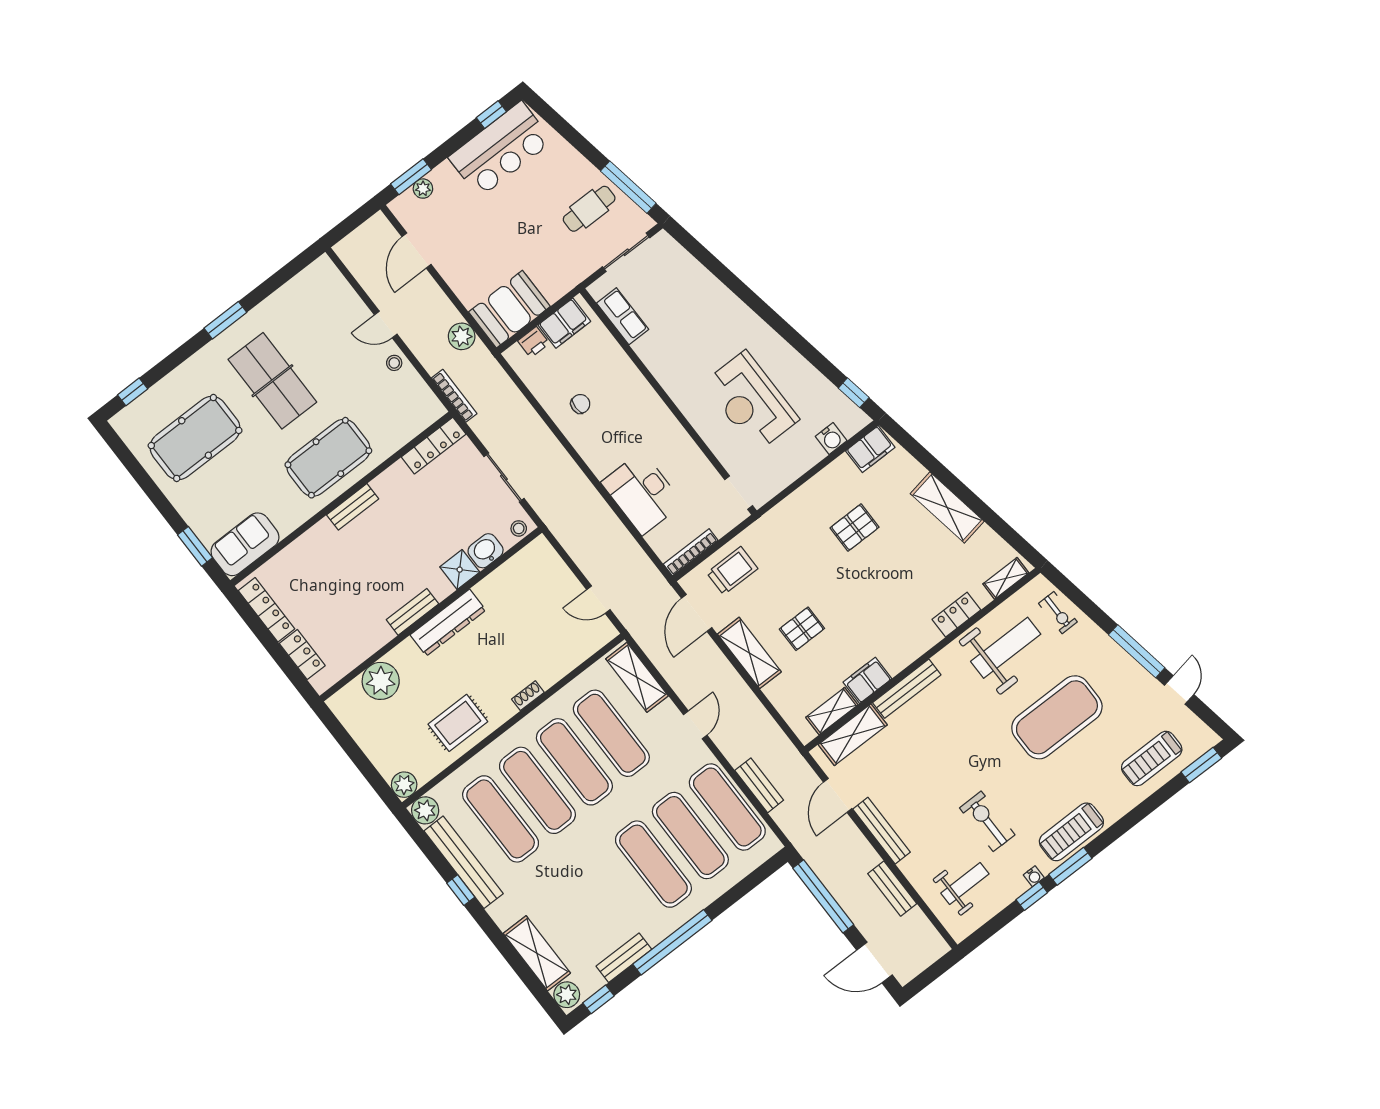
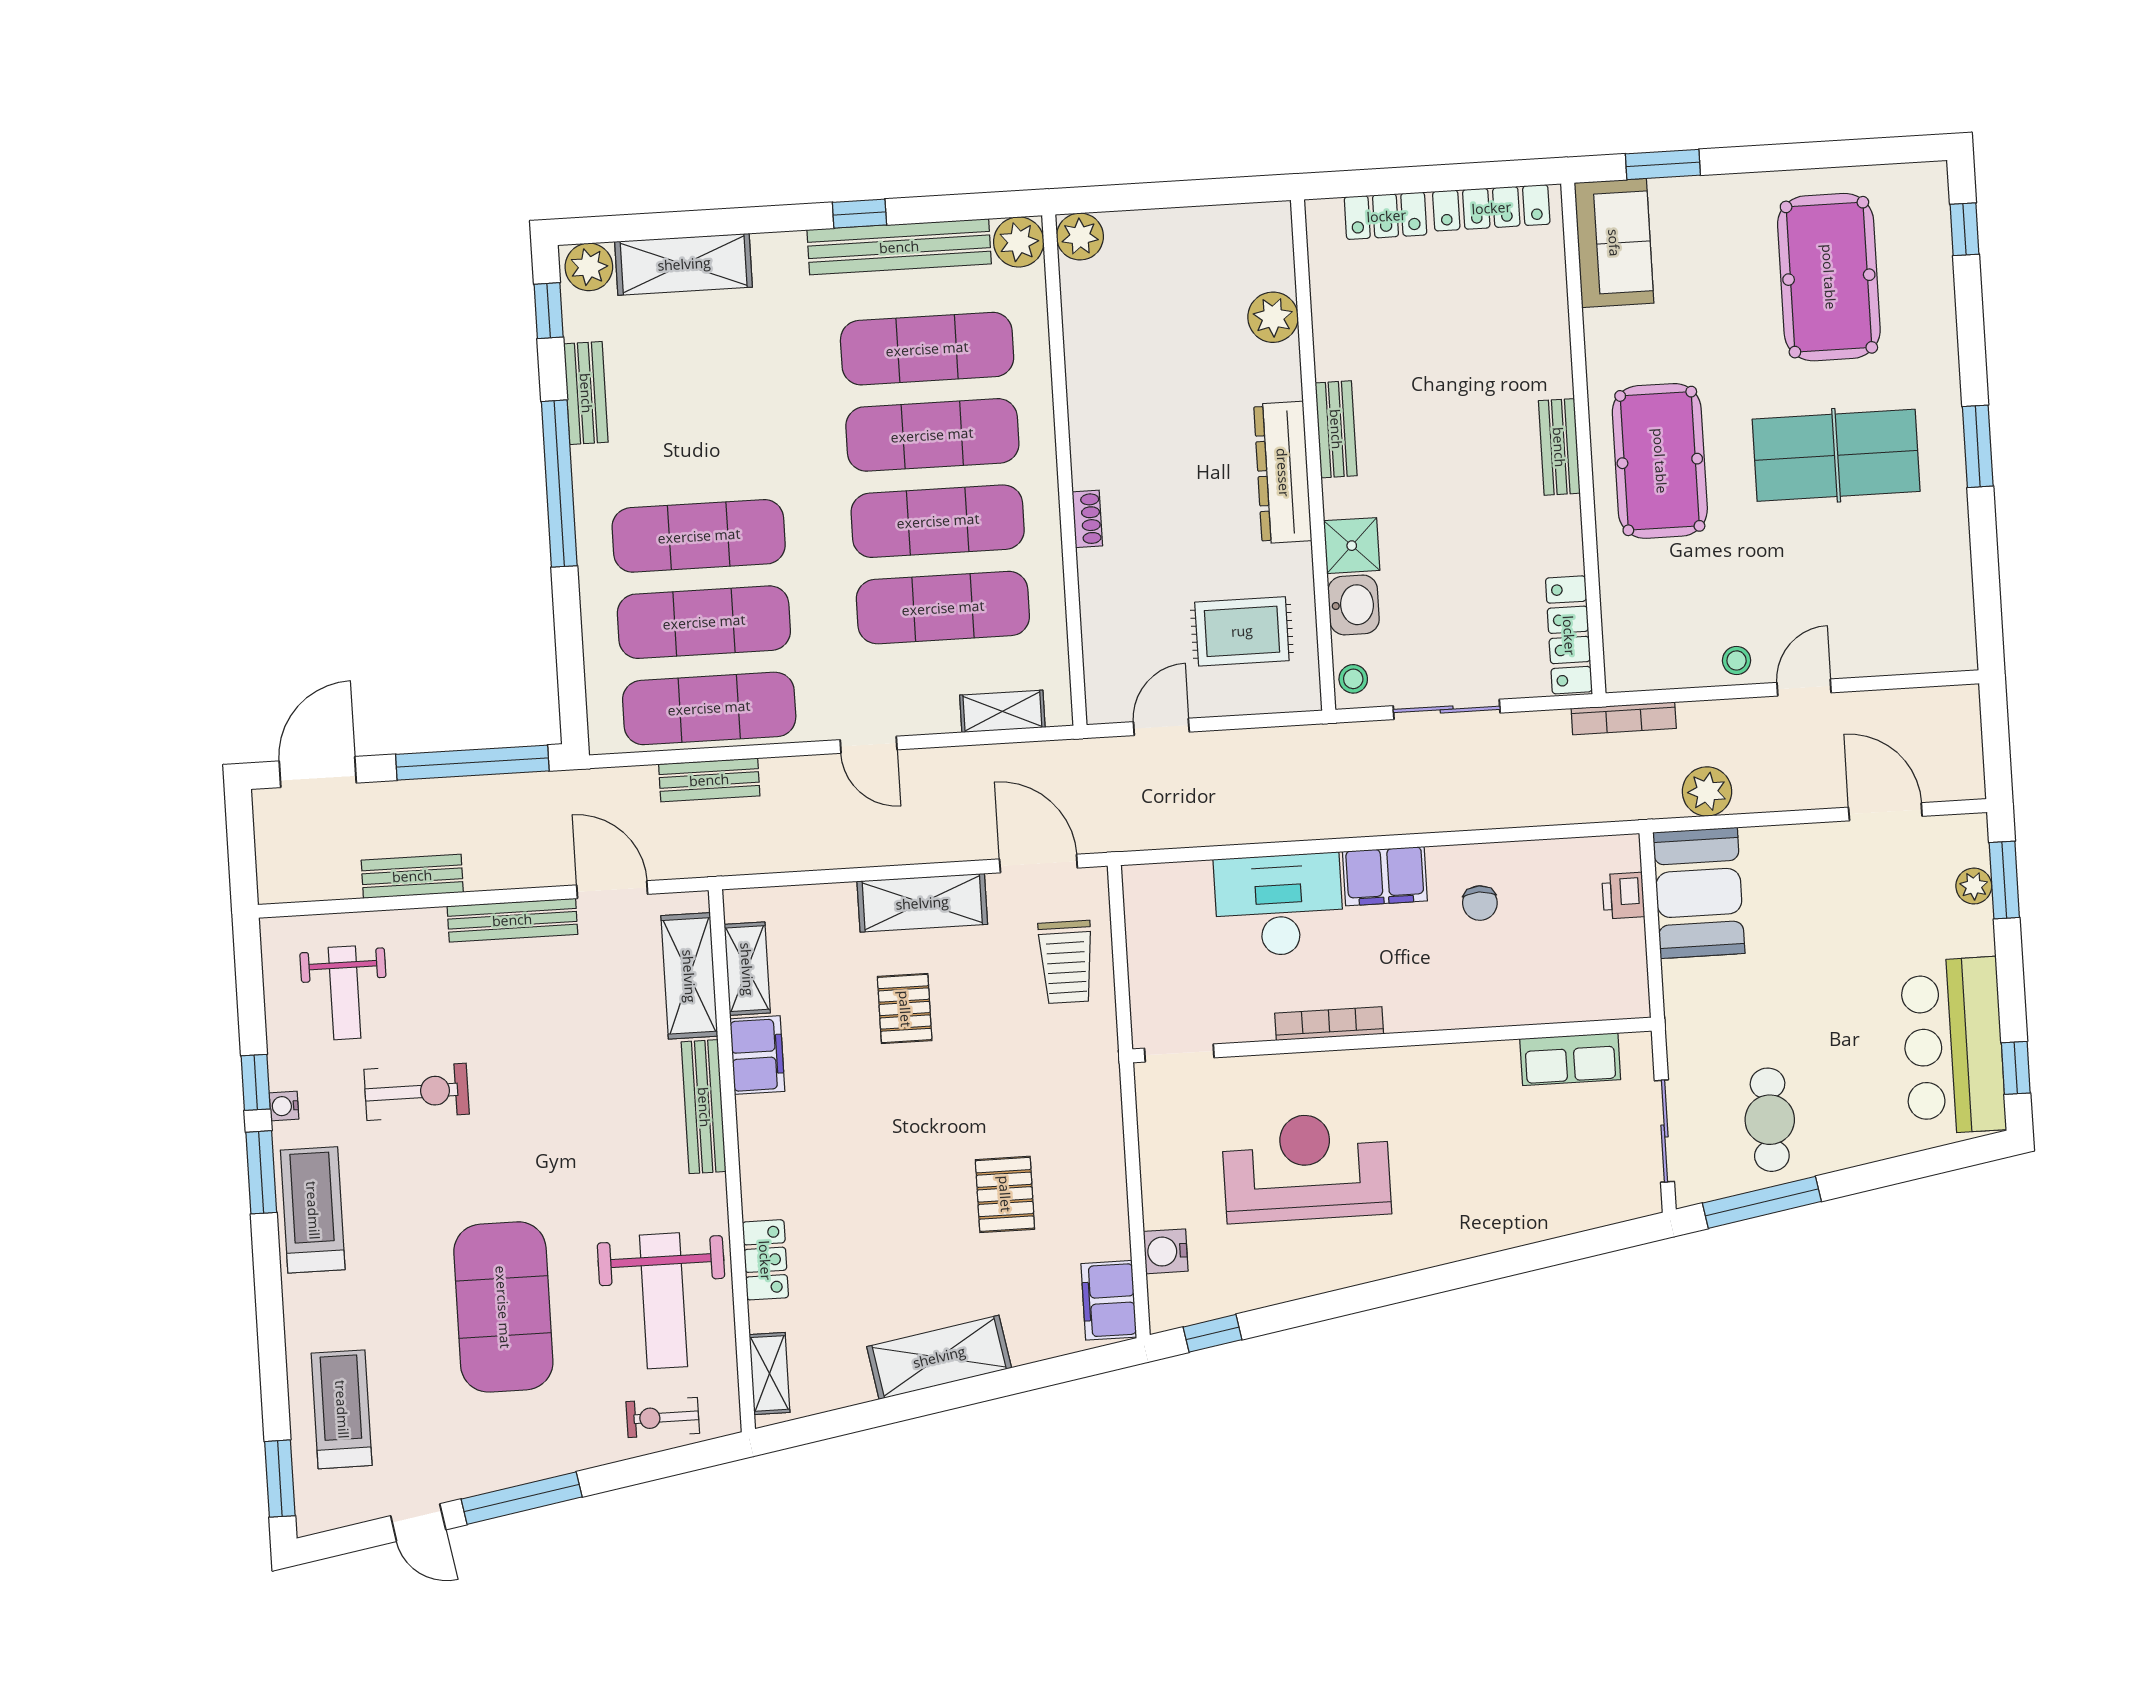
filing cabinet: (564, 323) -> (1385, 876), moved, turned -90
bookcase: (691, 552) -> (1329, 1024), moved, turned -90
shelving: (637, 677) -> (1002, 711), width x0.67, depth x0.75
plant: (381, 681) -> (1273, 317), width x0.73, depth x0.73
rug: (458, 723) -> (1242, 631), moved, turned 90

